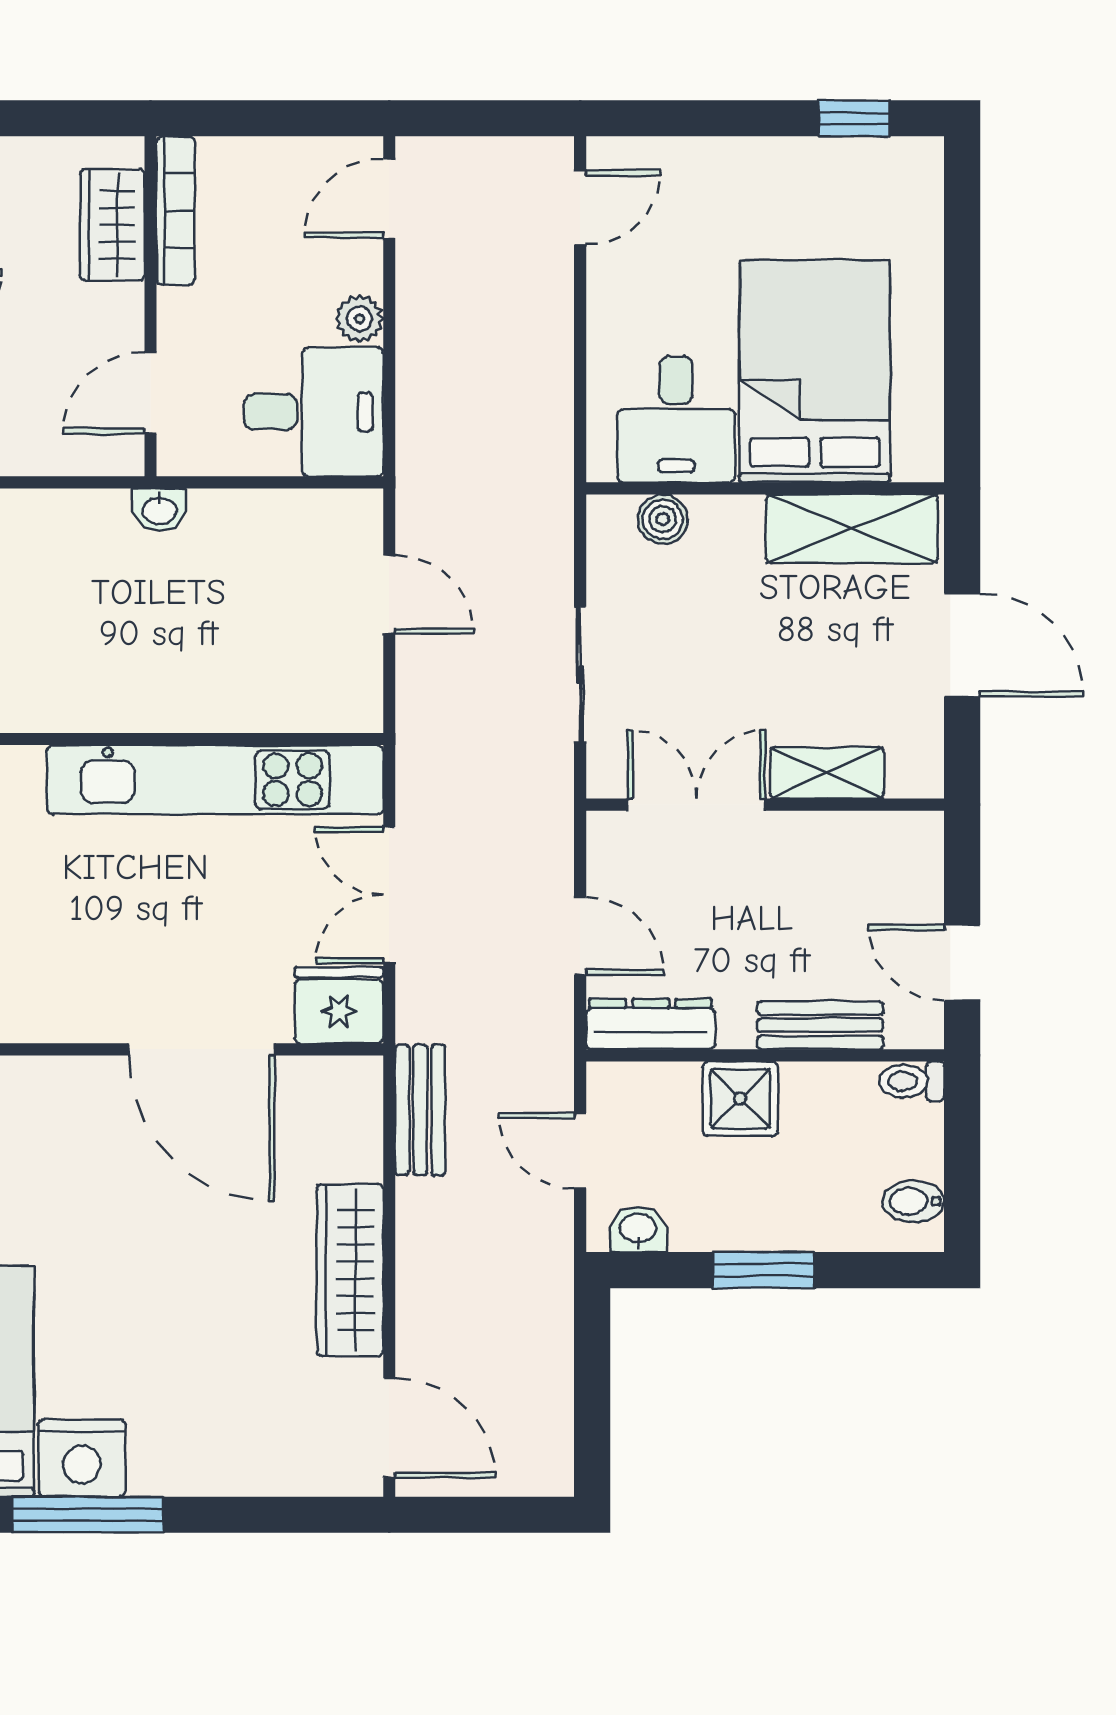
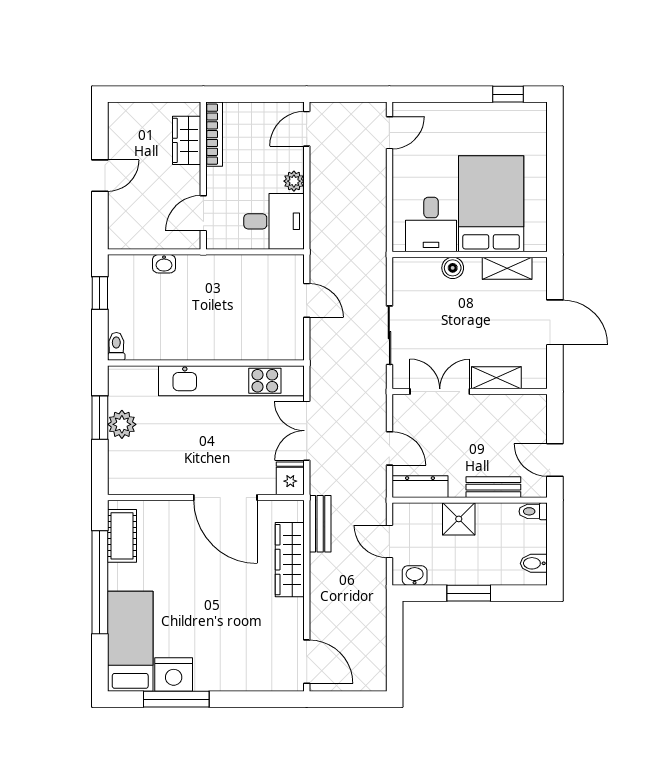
washbasin: (159, 510) -> (164, 264), moved
boiler: (663, 519) -> (453, 268), moved
shelving: (852, 529) -> (507, 268), width x0.67, depth x0.75
fridge: (339, 1005) -> (290, 478), width x0.72
wardrobe: (350, 1270) -> (290, 560), moved

